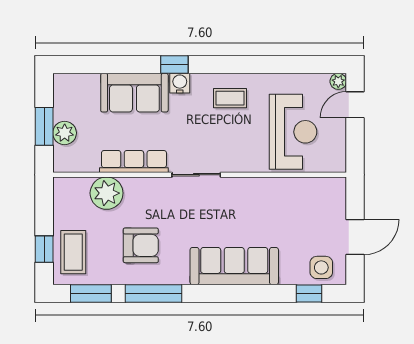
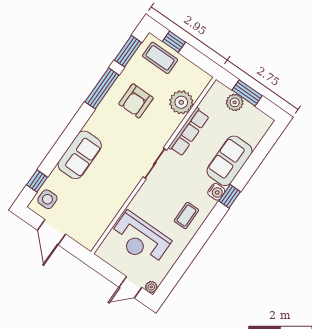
door: (355, 105) -> (130, 287), swing flipped
sofa: (234, 266) -> (80, 155), width x0.73

